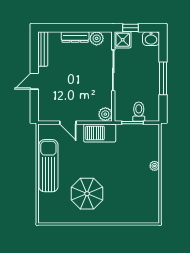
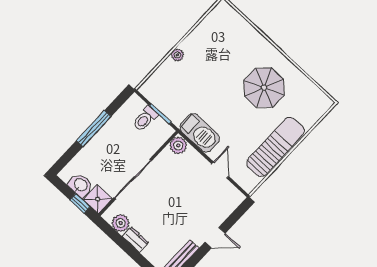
dresser: (75, 37) -> (135, 240), width x0.70
washbasin: (151, 39) -> (80, 185), moved
sun lounger: (48, 166) -> (276, 147), turned 180

